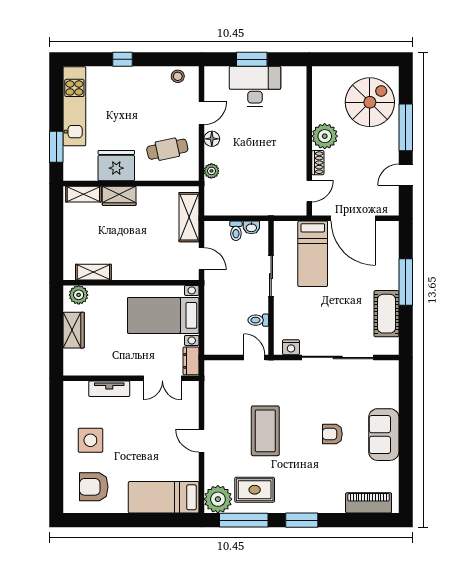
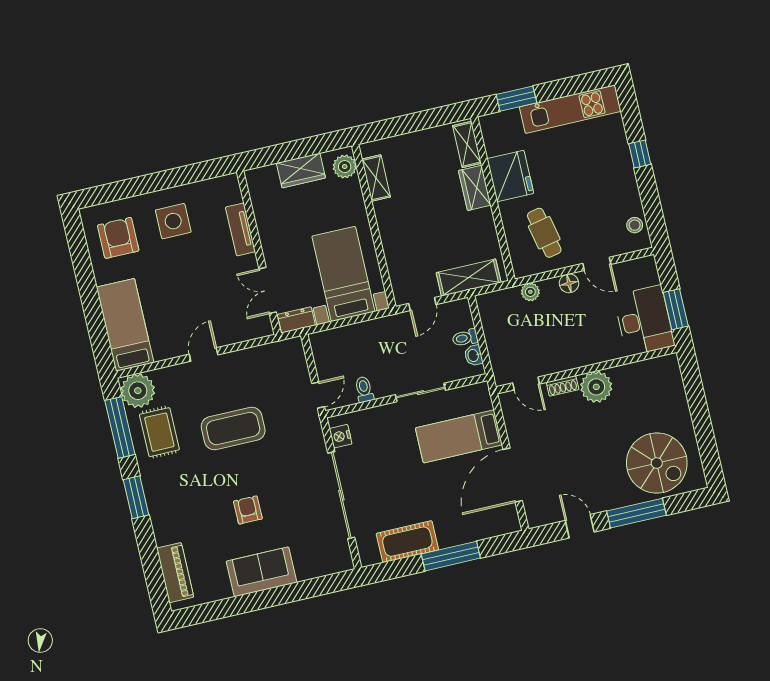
plant: (325, 136) -> (596, 387), moved
wall: (309, 141) -> (586, 370), moved
shoe rack: (318, 163) -> (563, 386), moved
door: (309, 191) -> (526, 384), moved

